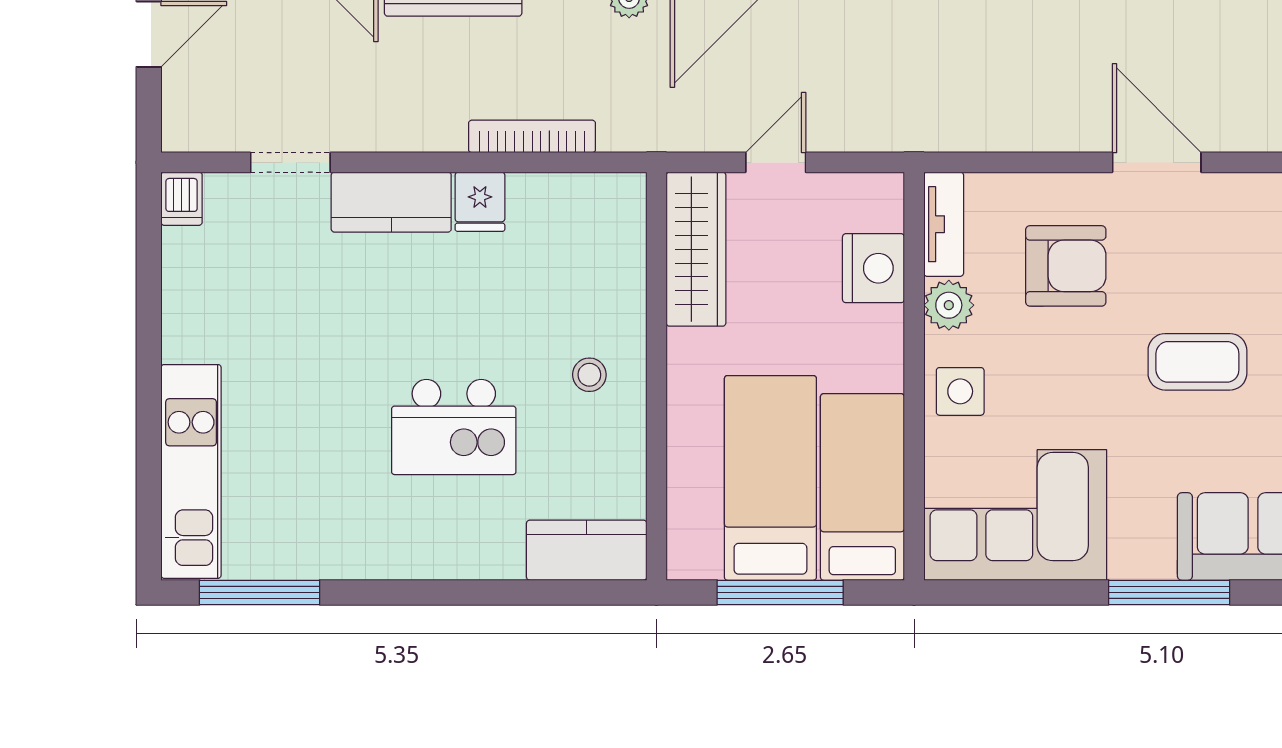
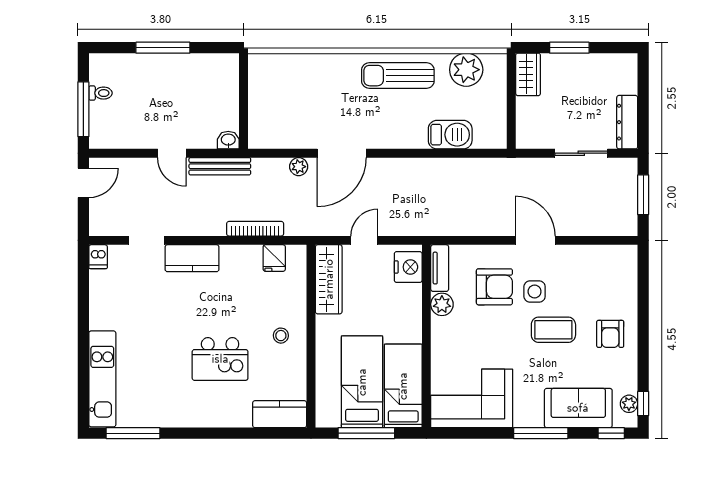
fridge: (480, 202) -> (274, 258), moved
nightstand: (873, 268) -> (408, 267), moved
side table: (960, 391) -> (535, 291), moved

